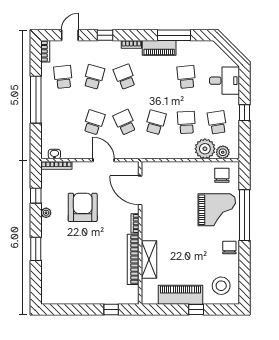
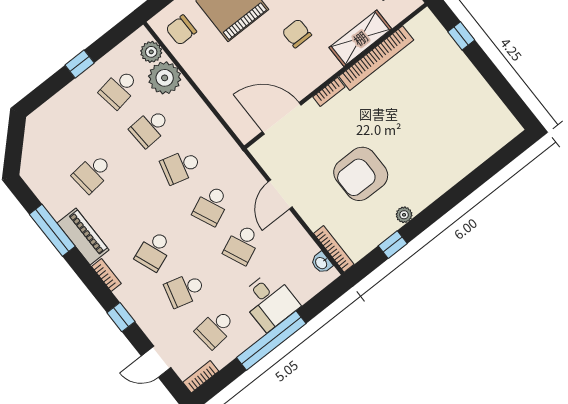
desk: (224, 81) -> (269, 301), moved, turned 180
school desk: (94, 122) -> (242, 244), turned -42
door: (140, 190) -> (282, 118), swing flipped
chair: (176, 230) -> (297, 33), added
window: (36, 249) -> (460, 192), removed

